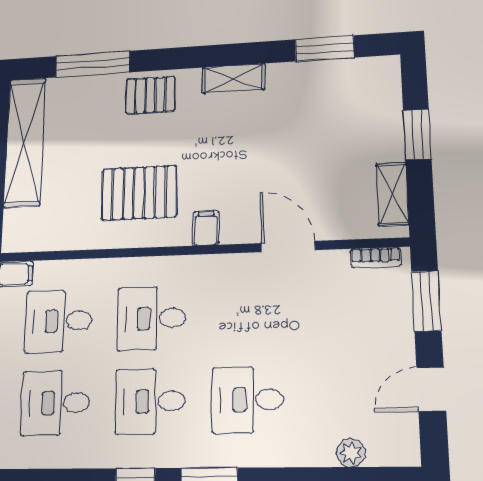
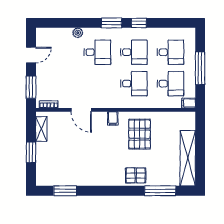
shelving: (234, 78) -> (102, 180), removed
pallet: (139, 193) -> (140, 134), turned 90
plant: (351, 453) -> (78, 33), moved

